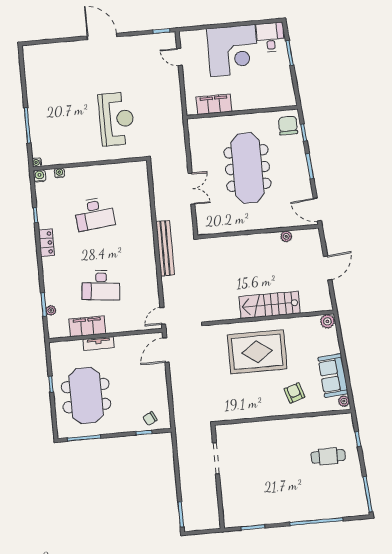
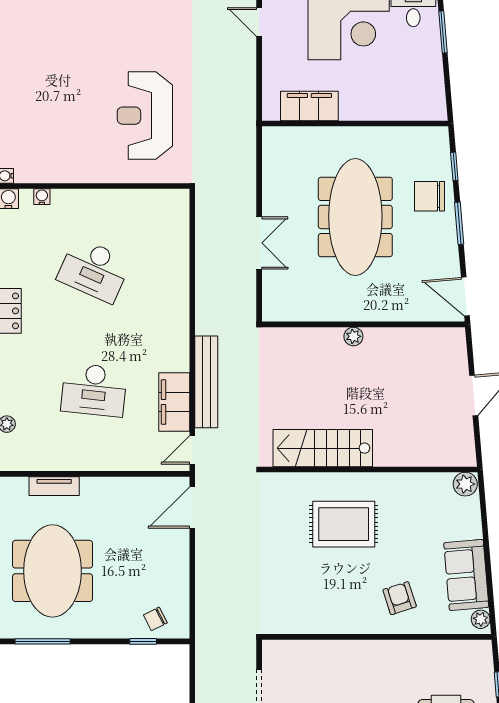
reception desk: (116, 119) -> (145, 116), turned 180
chair: (288, 126) -> (430, 196), moved, turned -90
desk: (94, 214) -> (94, 270), turned 30
plant: (286, 236) -> (353, 336), moved
bench: (165, 248) -> (206, 382), moved
stairs: (270, 305) -> (323, 448), moved
filing cabinet: (87, 326) -> (174, 402), moved, turned -90
tv unit: (99, 343) -> (54, 486), moved
rug: (257, 352) -> (344, 524), width x0.73, depth x0.69

